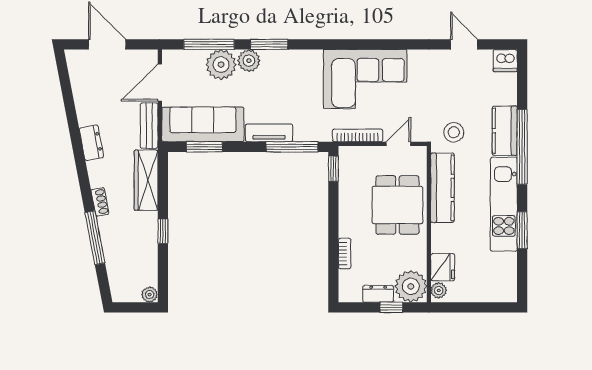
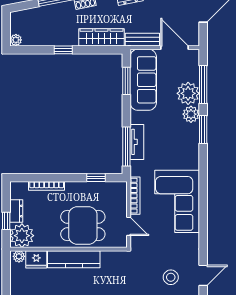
stool: (454, 132) -> (171, 277), moved
tv unit: (269, 133) -> (137, 142), moved
window: (333, 169) -> (96, 178), moved
kitchen counter: (442, 188) -> (74, 259), moved
bookcase: (345, 253) -> (47, 186), width x1.56

